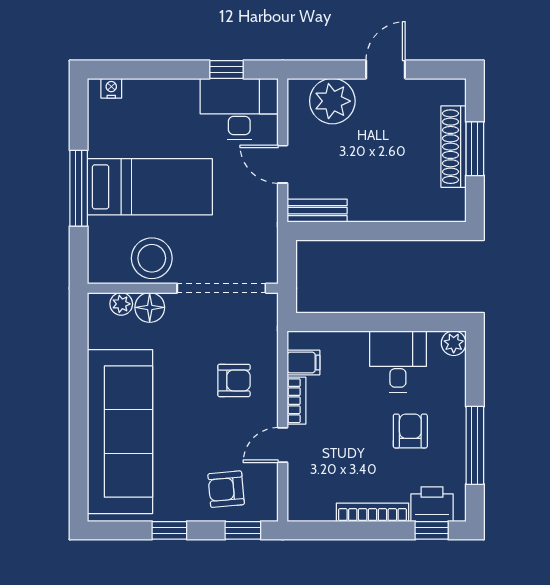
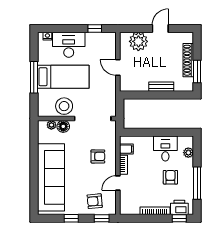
desk: (239, 109) -> (69, 45), moved
window: (475, 149) -> (197, 72), moved
bench: (317, 211) -> (161, 87), moved
plant: (454, 343) -> (188, 153), moved

